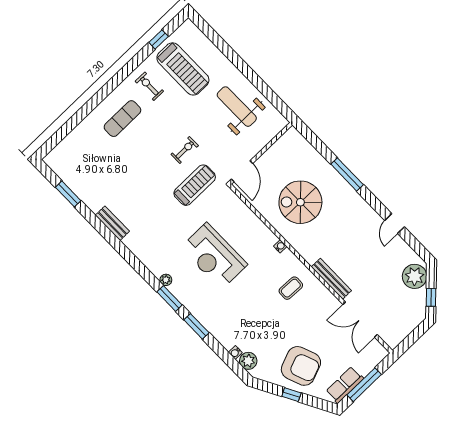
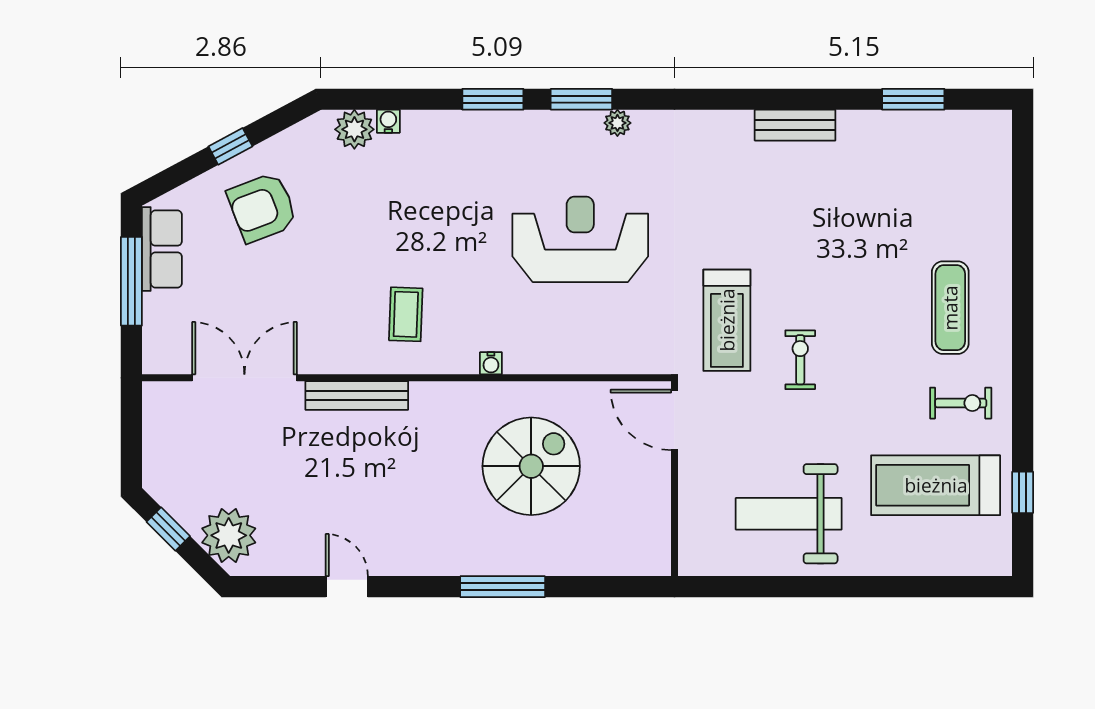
weight bench: (237, 107) -> (789, 514), turned 180
exercise bike: (185, 150) -> (800, 360), turned 180
armchair: (301, 366) -> (262, 207), width x0.73, depth x0.73

